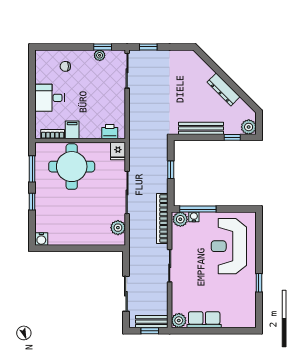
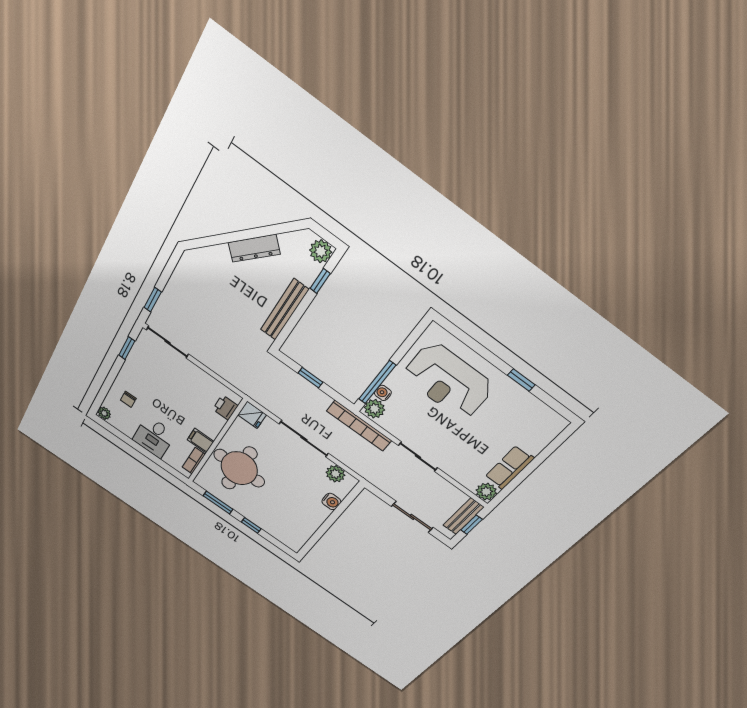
plant: (100, 55) -> (104, 413), moved
water cooler: (41, 239) -> (331, 501), moved

